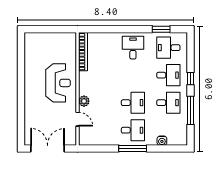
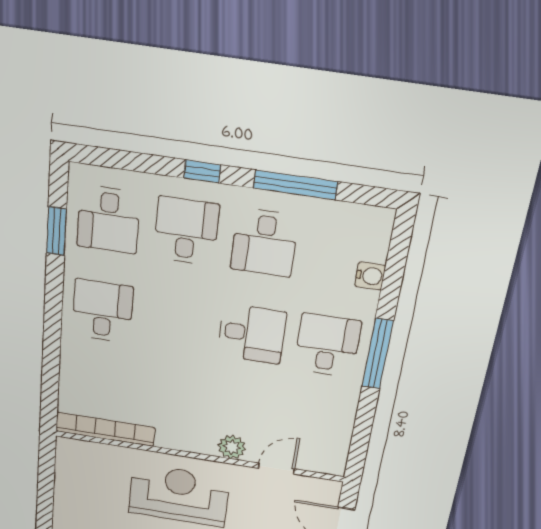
desk: (133, 48) -> (103, 311), turned 90
desk: (133, 103) -> (252, 334), turned 90
desk: (168, 103) -> (264, 243), turned 180

